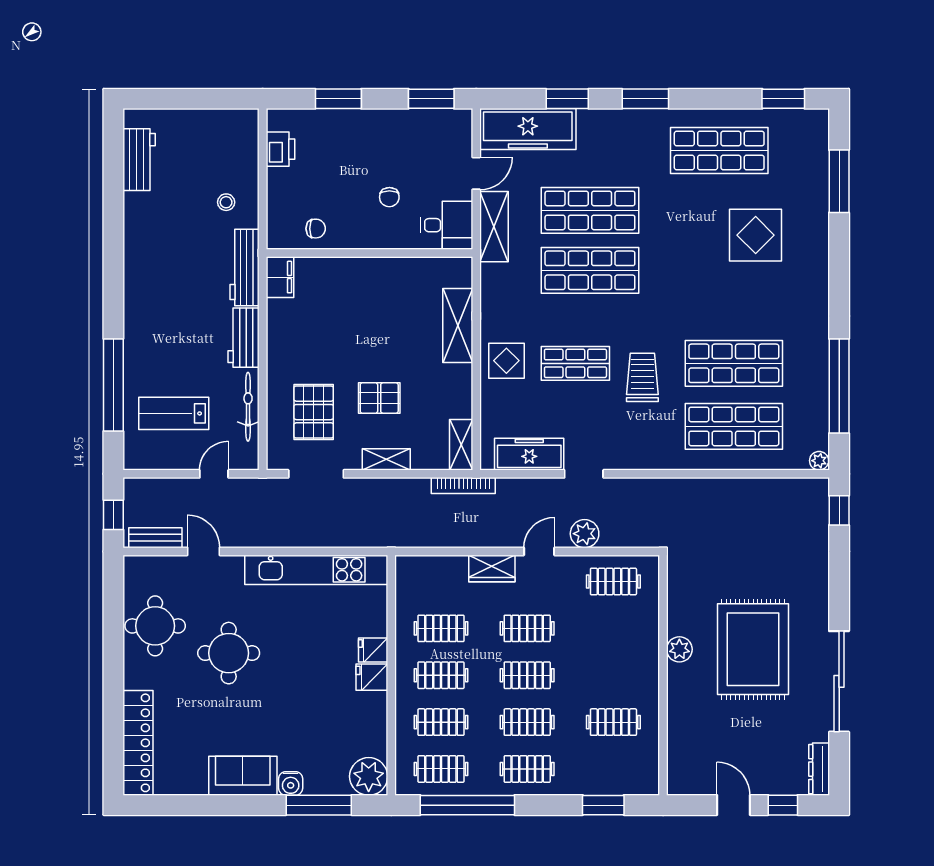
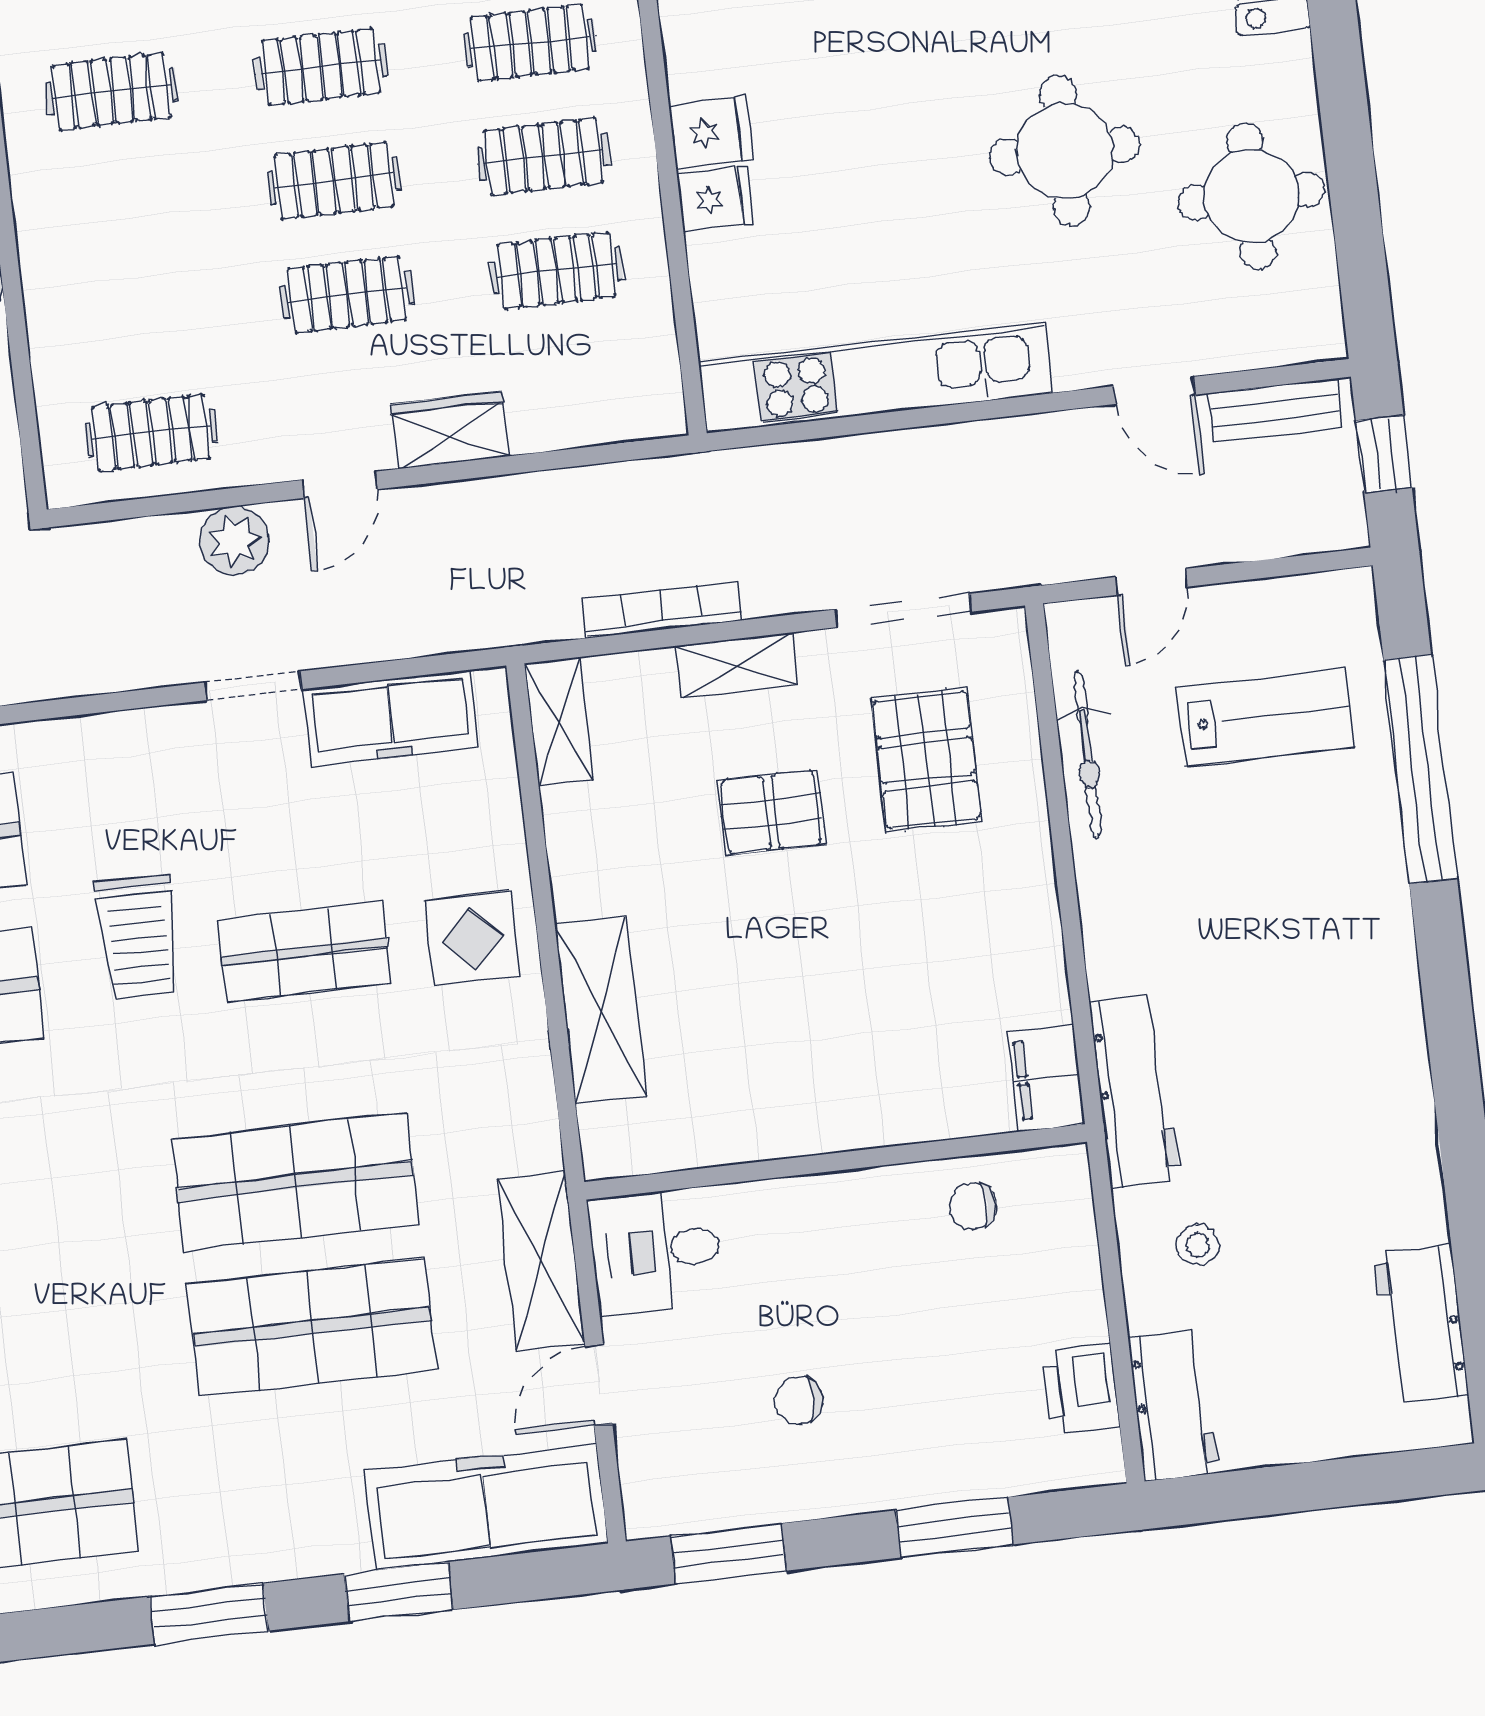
chair: (389, 197) -> (799, 1400), moved, turned -90
workbench: (244, 338) -> (1173, 1405), moved
bookcase: (463, 486) -> (661, 610), moved

